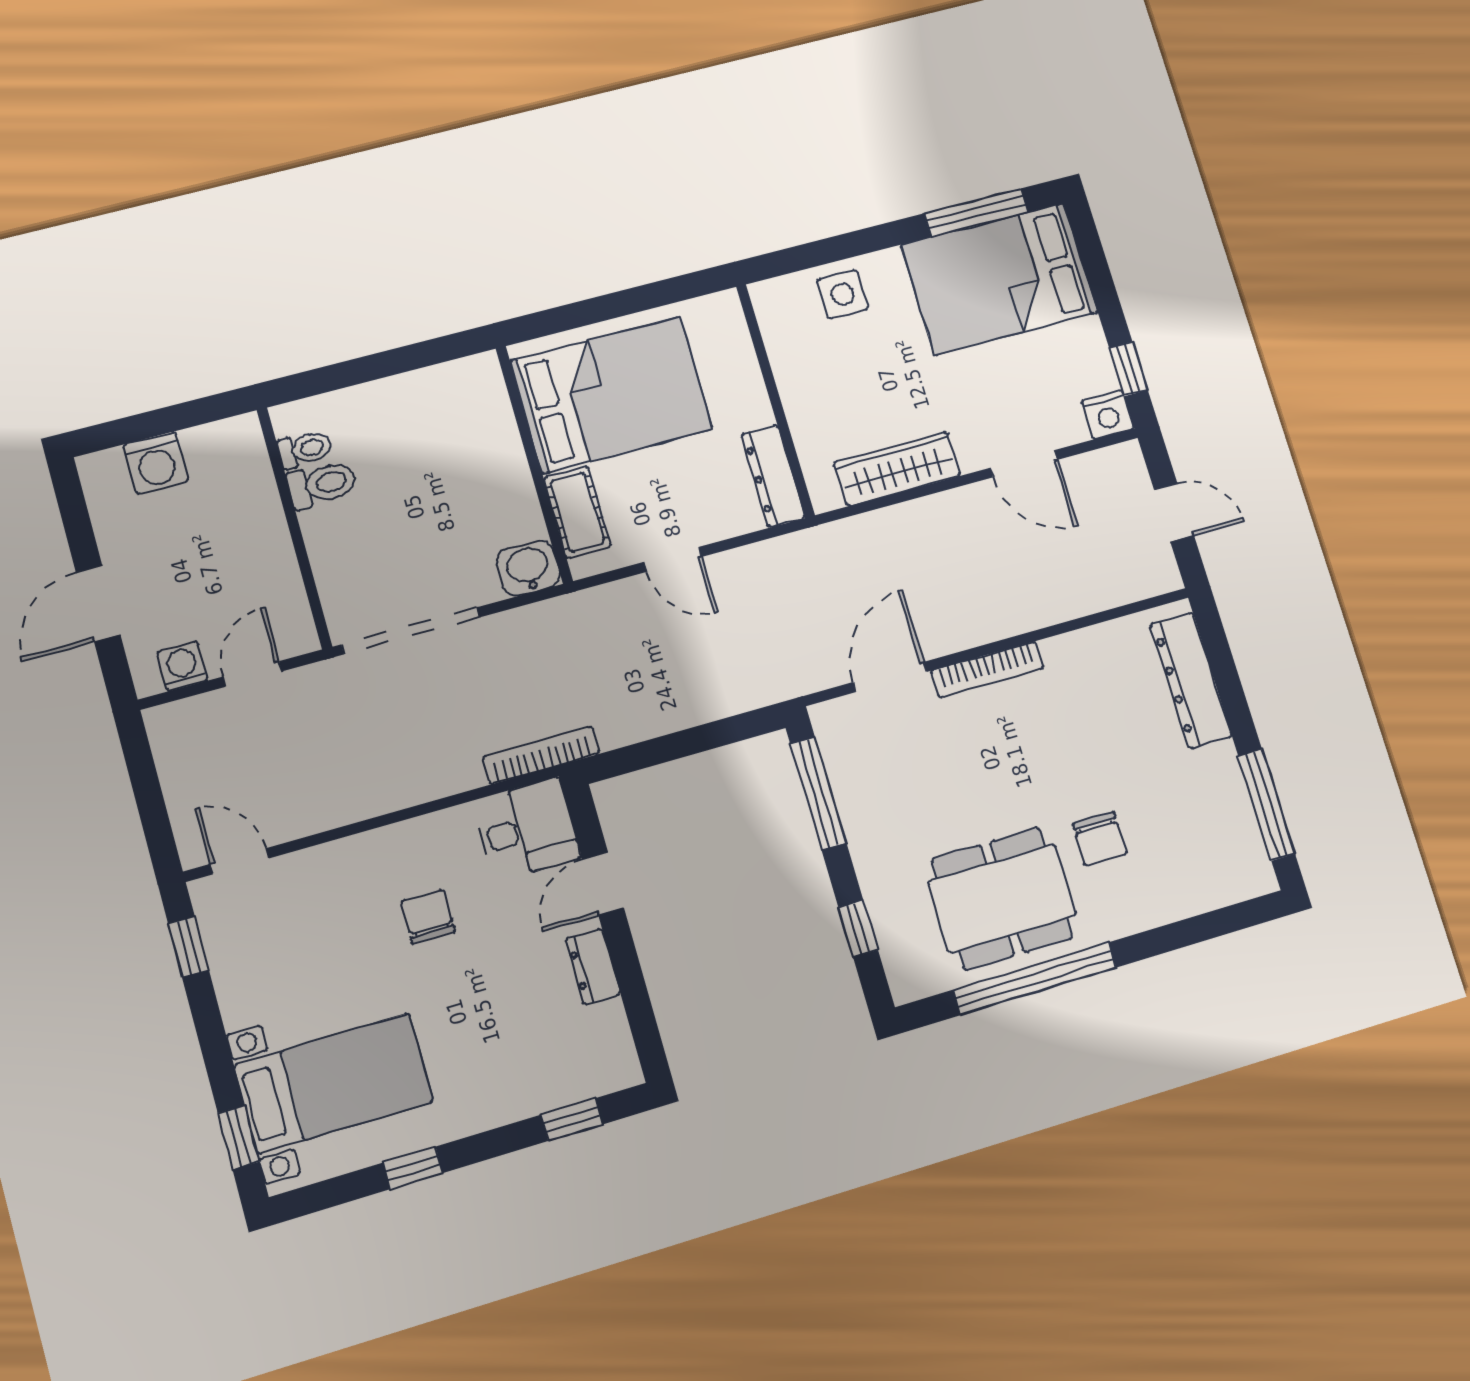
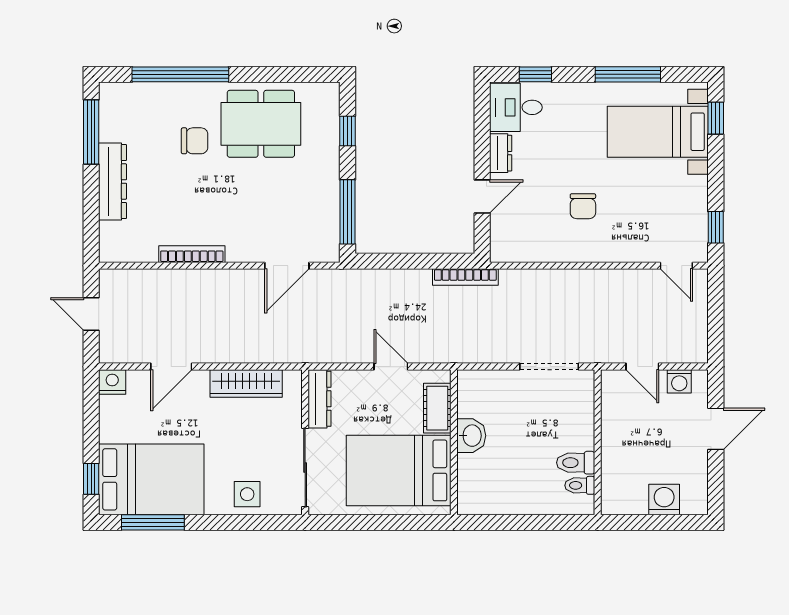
sliding door: (763, 360) -> (305, 467), added
window: (1128, 369) -> (91, 479), moved
door: (1024, 464) -> (171, 367), swing flipped
washbasin: (528, 568) -> (471, 436), moved, turned -90
doorway: (411, 631) -> (549, 367), width x0.73
bookcase: (987, 670) -> (192, 254), moved
door: (252, 674) -> (642, 367), hinge flipped
dresser: (1191, 680) -> (113, 182), moved
bookcase: (541, 755) -> (465, 277), moved
desk: (527, 829) -> (516, 107), moved
chair: (1100, 839) -> (195, 141), turned 90
window: (1035, 979) -> (180, 74), moved
window: (413, 1168) -> (628, 74), width x2.17

